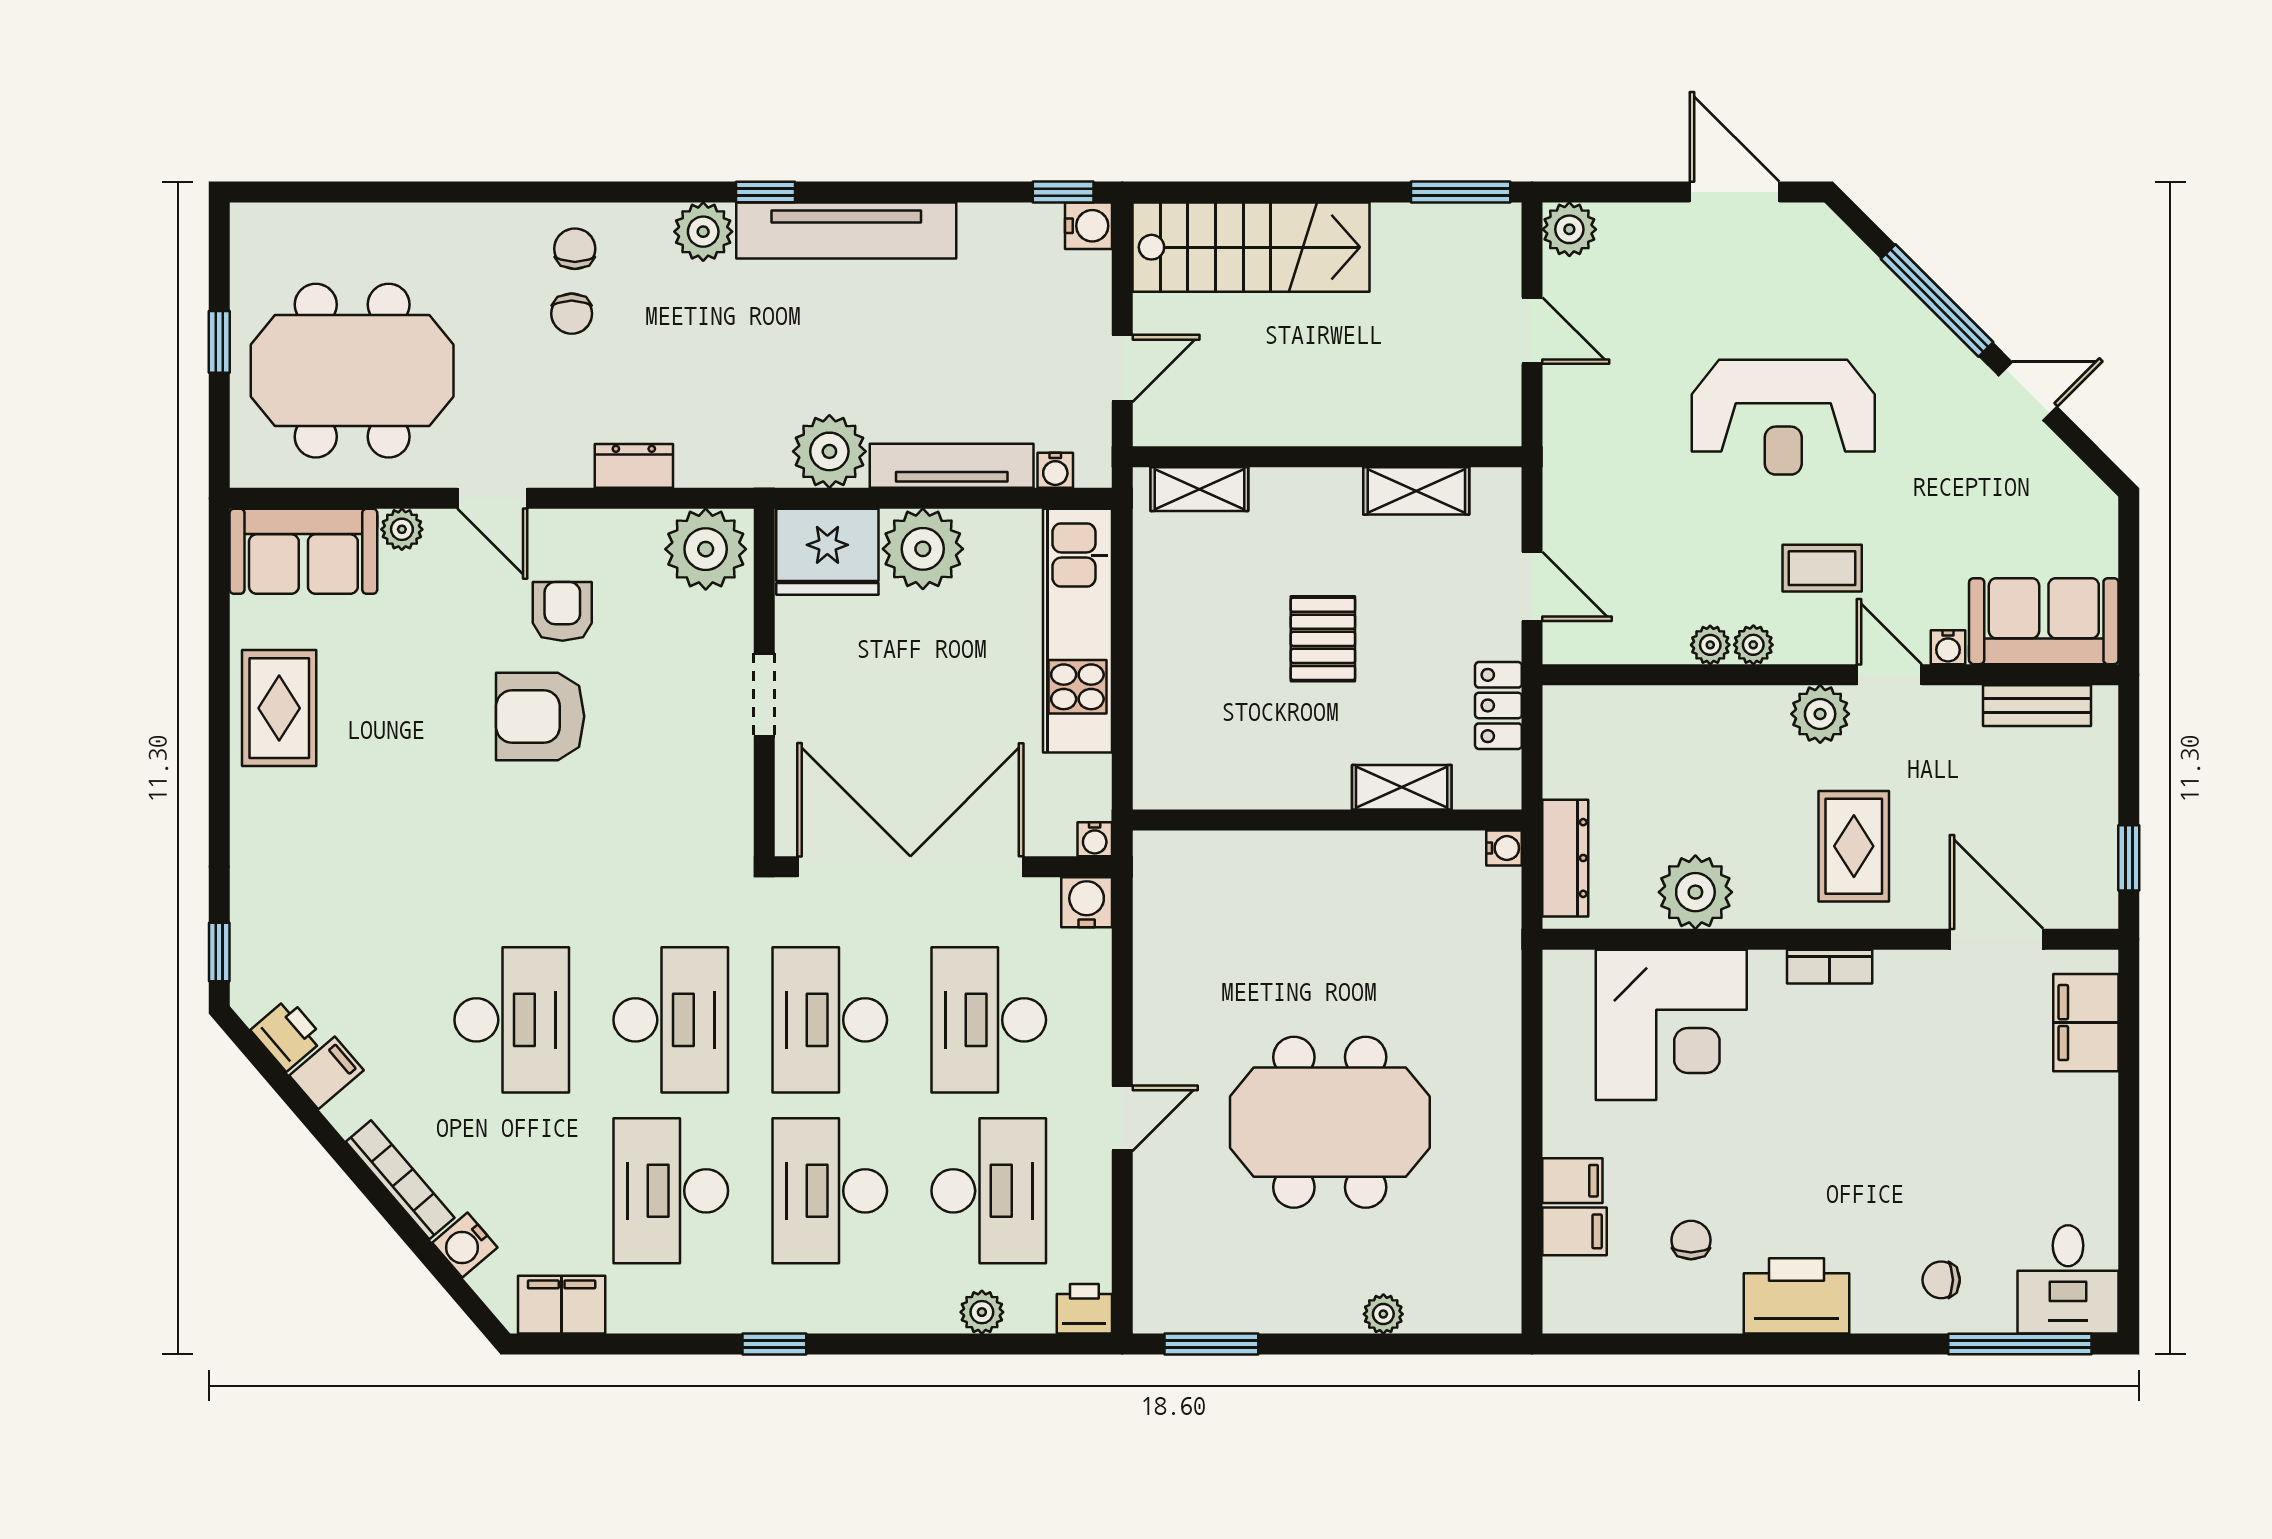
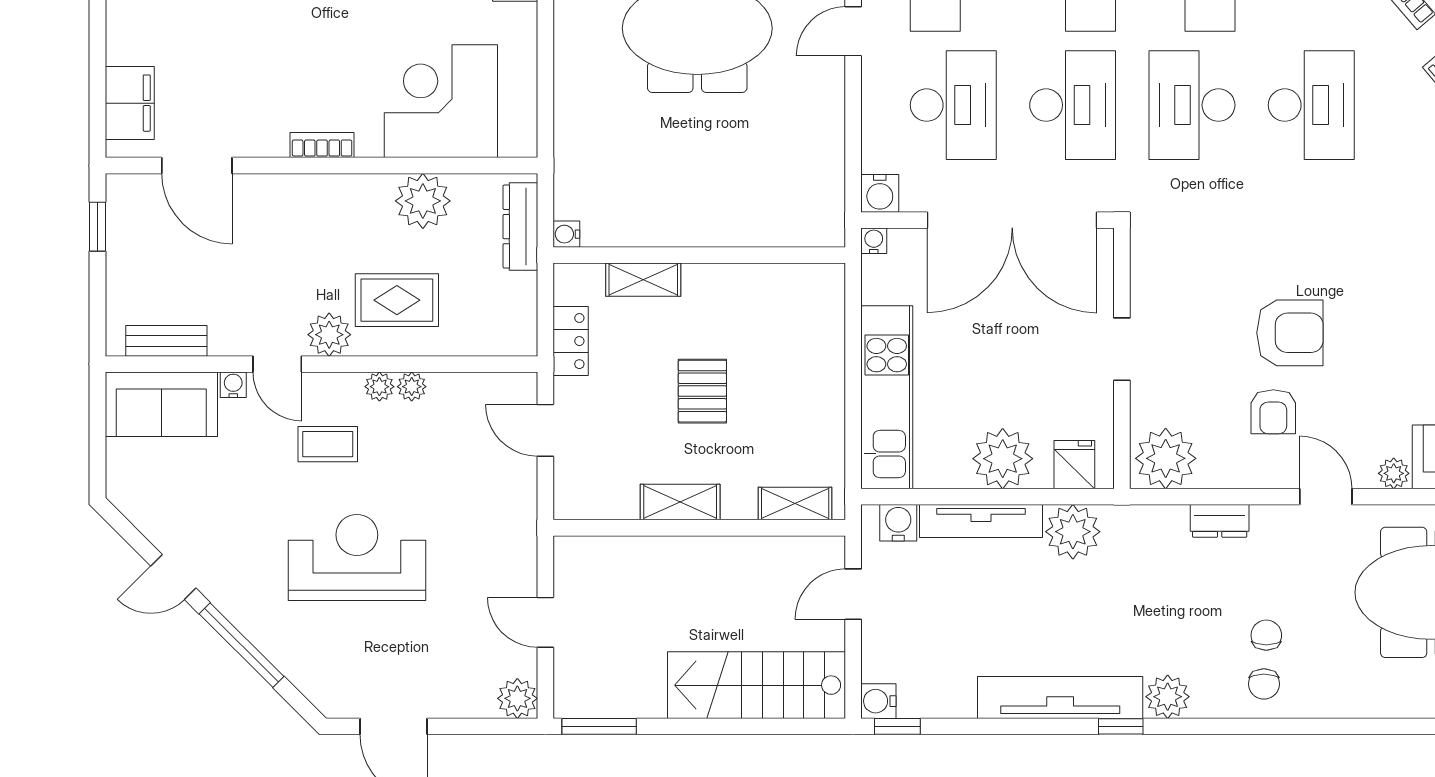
water cooler: (1055, 470) -> (898, 523), width x1.38, depth x1.38
shelving: (1416, 491) -> (680, 502), moved
fridge: (827, 552) -> (1074, 465), width x0.53, depth x0.75
rug: (1854, 846) -> (397, 300), moved, turned 90
desk: (512, 1020) -> (1311, 105), turned 180

